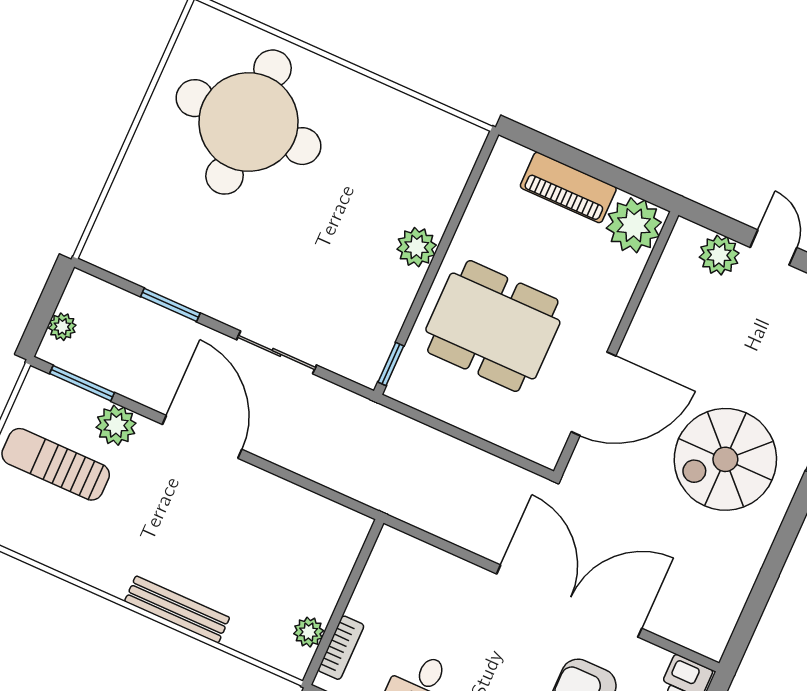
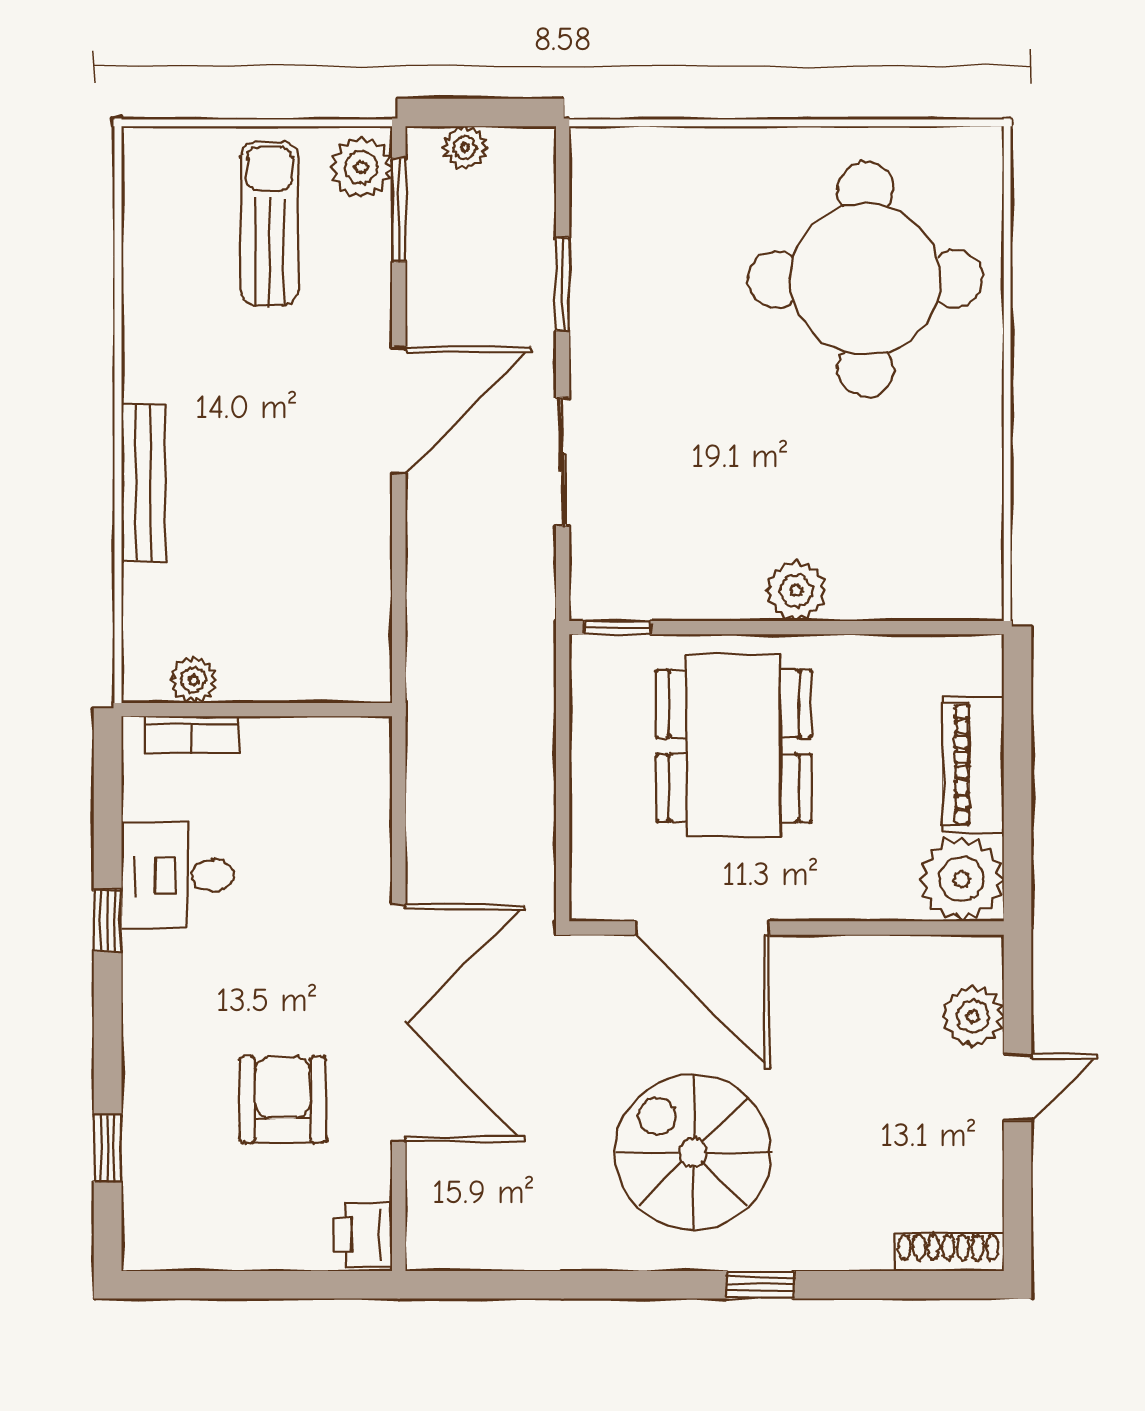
plant: (116, 425) -> (361, 167), moved

